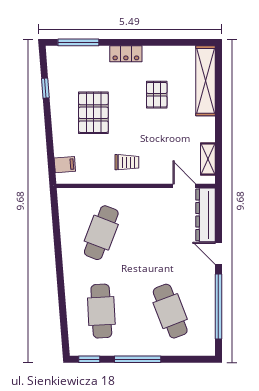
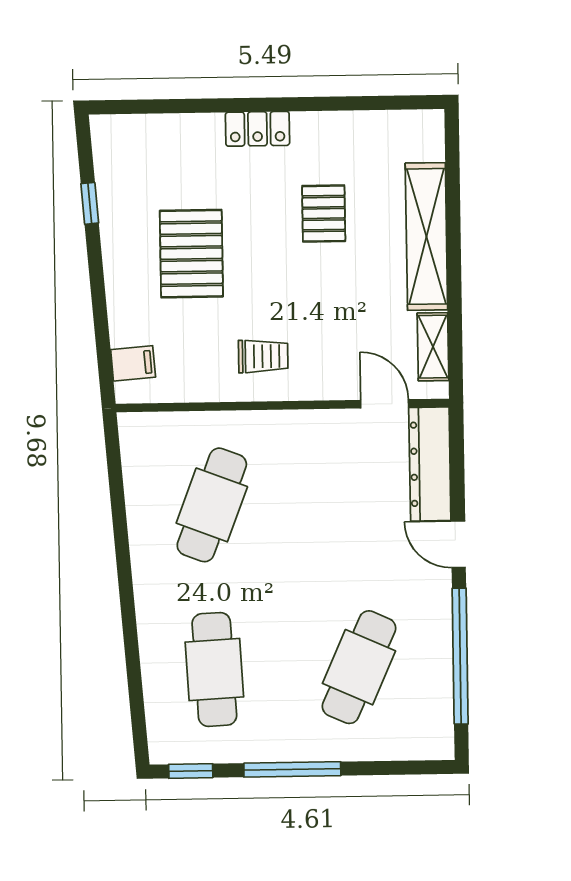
window: (78, 42) -> (157, 106), removed
shelving: (206, 81) -> (426, 236), moved
cafe table: (170, 311) -> (359, 667), turned 45

